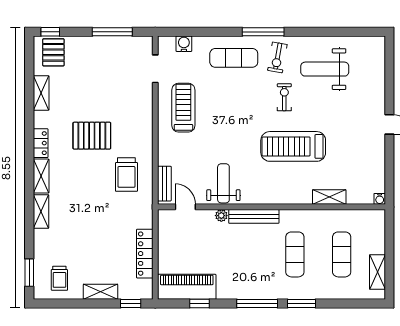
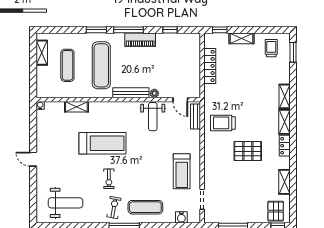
weight bench: (325, 69) -> (66, 203), moved
trolley: (126, 175) -> (223, 123), turned -90
exercise mat: (295, 254) -> (101, 65), width x1.36, depth x1.45
piano: (187, 287) -> (140, 40), moved, width x0.73, depth x0.75

